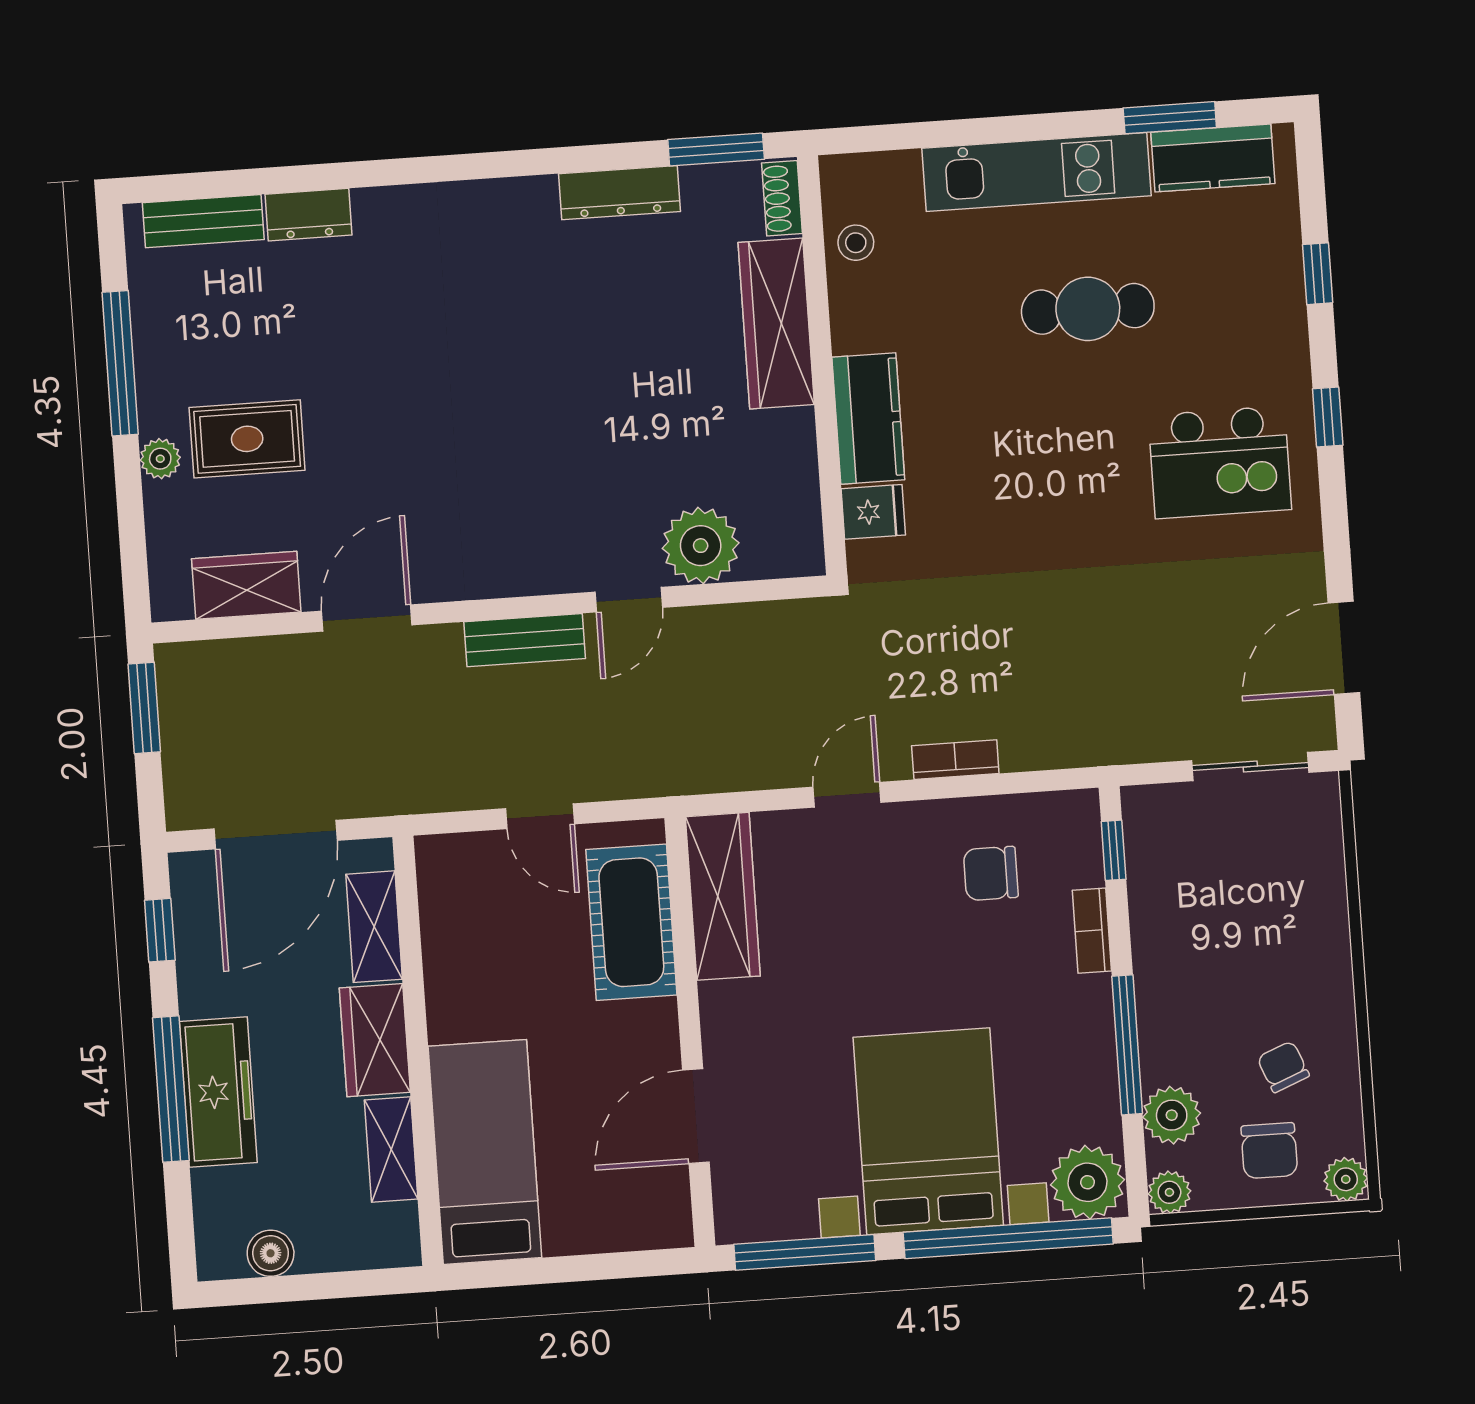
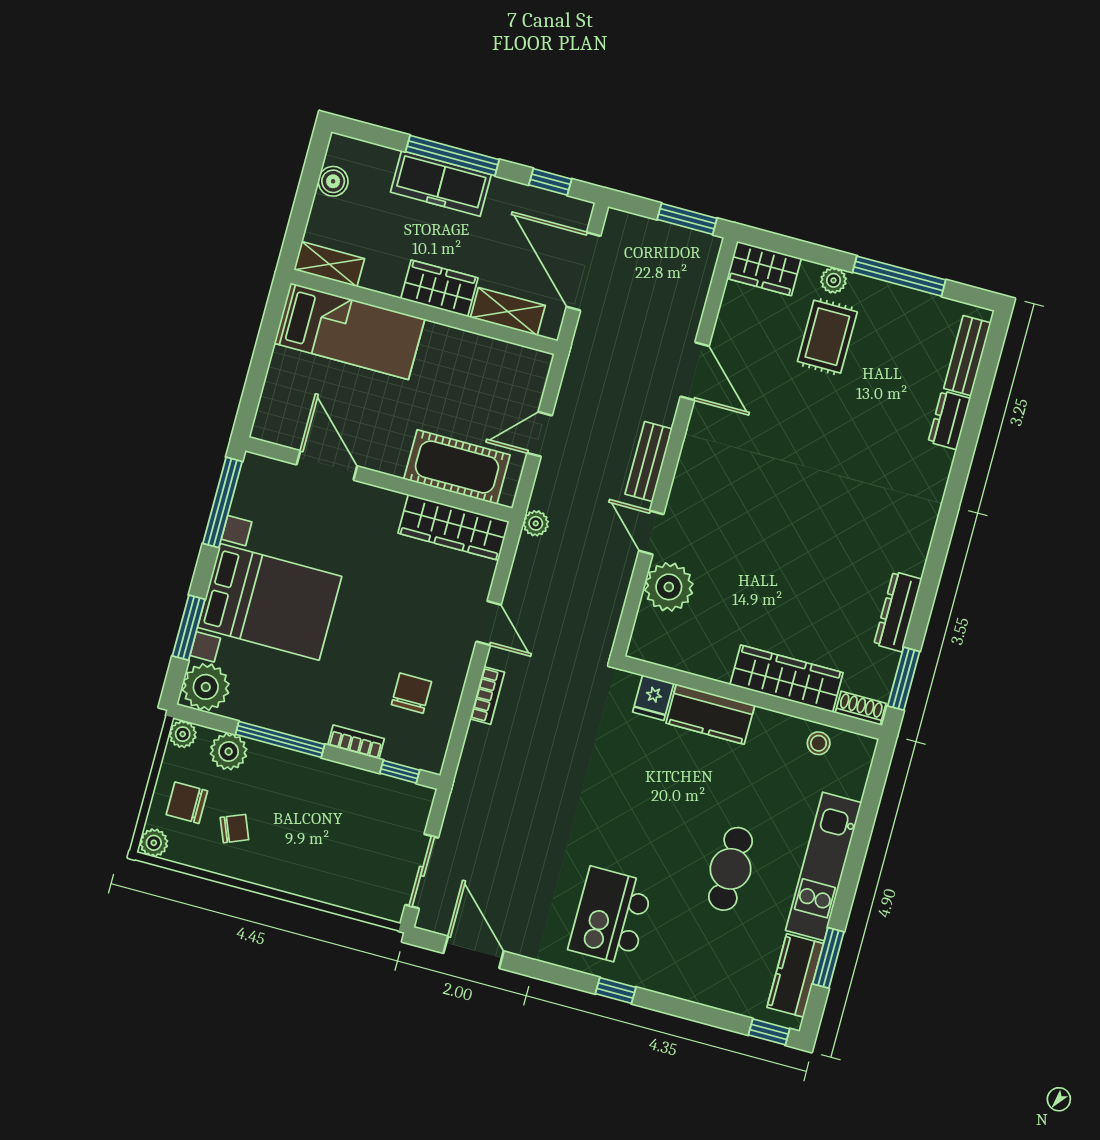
window: (1318, 274) -> (769, 1032), moved
wardrobe: (246, 585) -> (764, 268), moved, turned 90
plant: (675, 776) -> (536, 523), added
shelving: (391, 1150) -> (329, 264), moved
window: (1008, 1238) -> (189, 628), width x0.47

